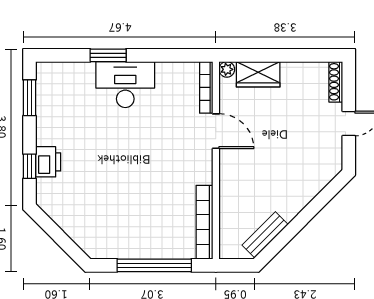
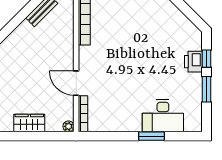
wardrobe: (258, 74) -> (29, 123), moved
desk: (125, 85) -> (163, 116), moved
window: (30, 98) -> (207, 89), moved

